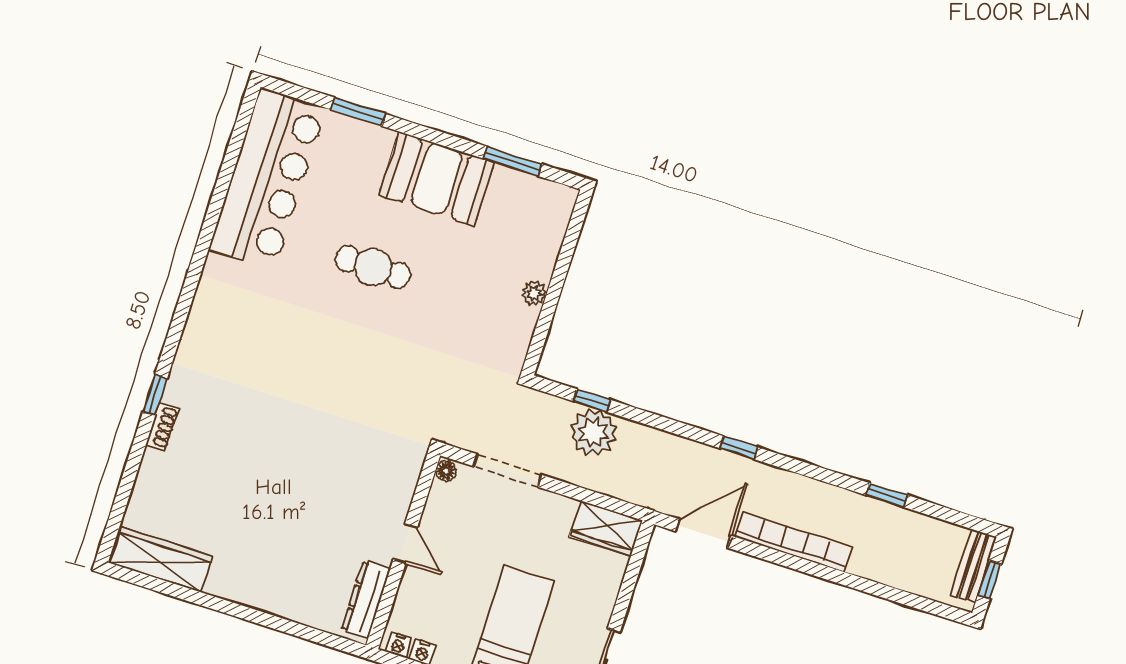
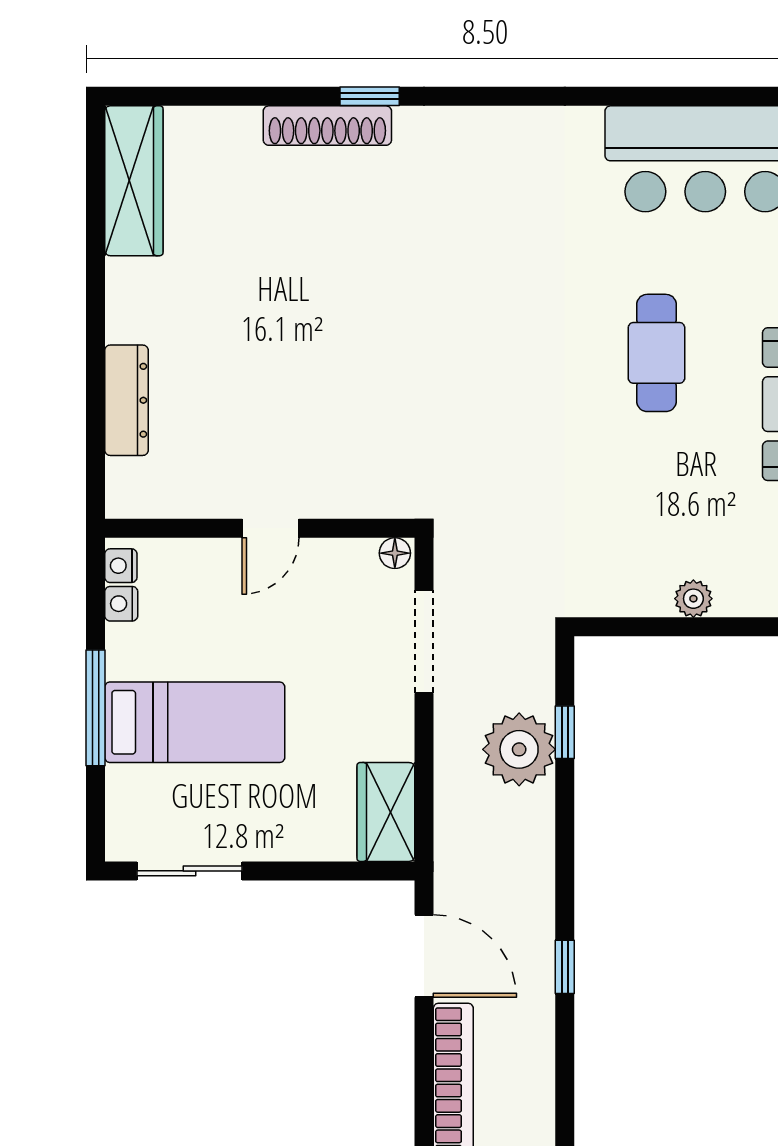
shoe rack: (162, 426) -> (327, 126), width x1.94, depth x1.24
dresser: (366, 599) -> (126, 400), moved, turned 90

